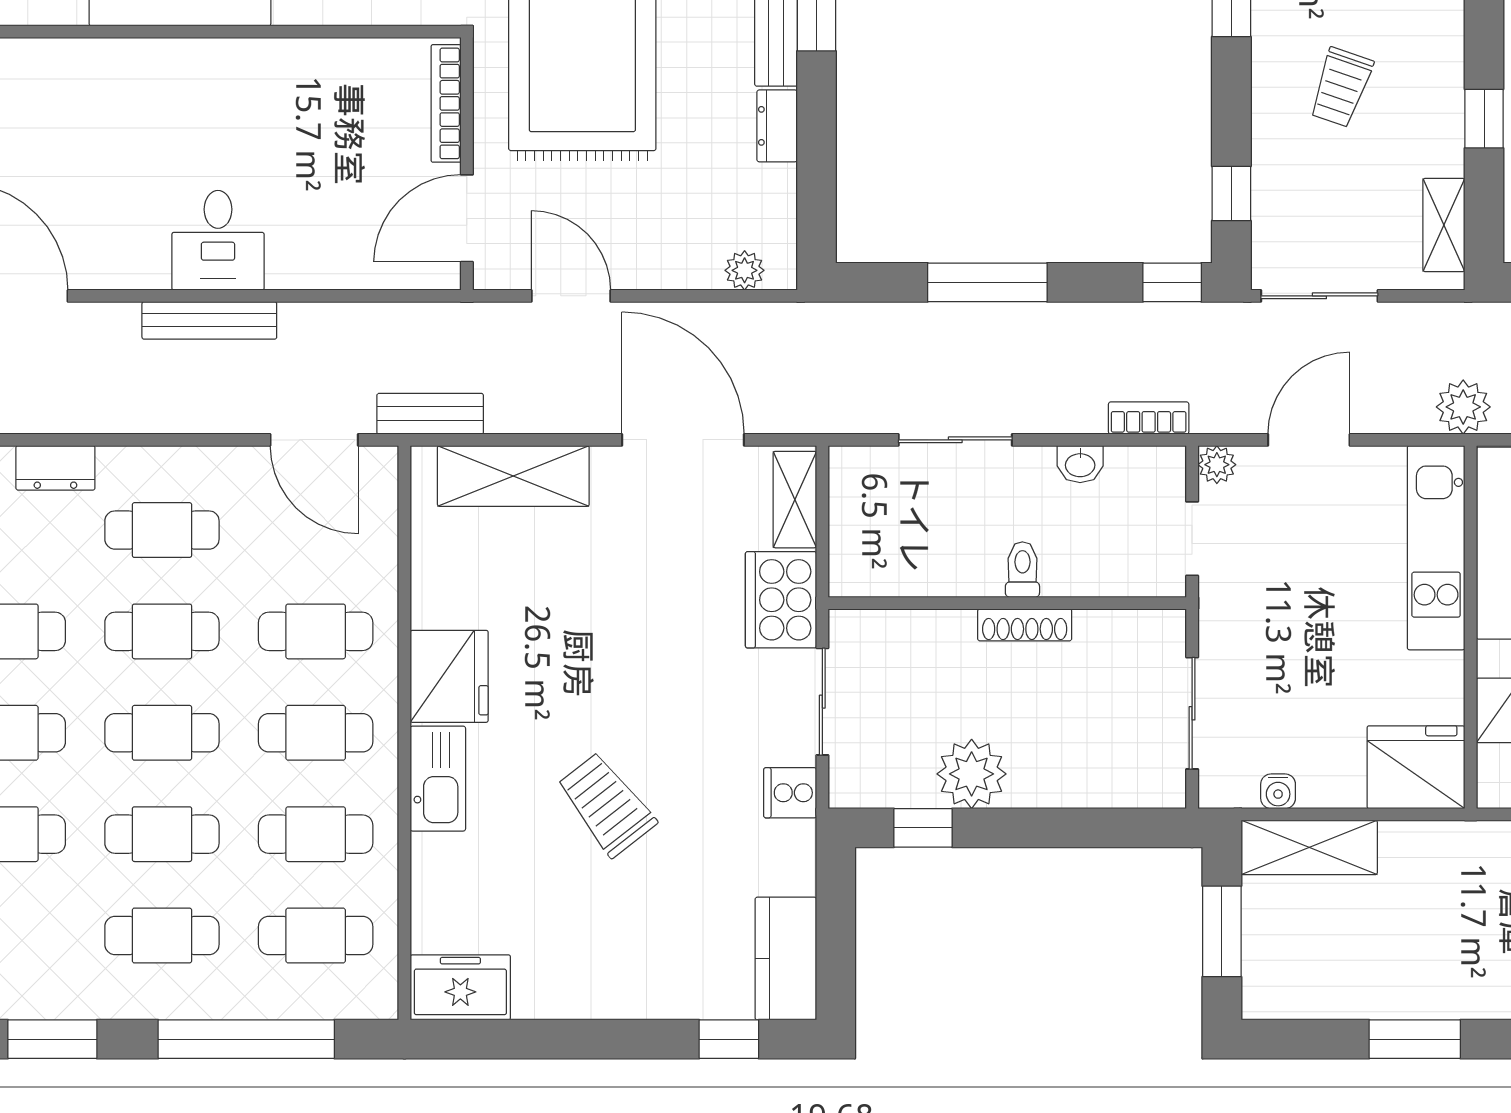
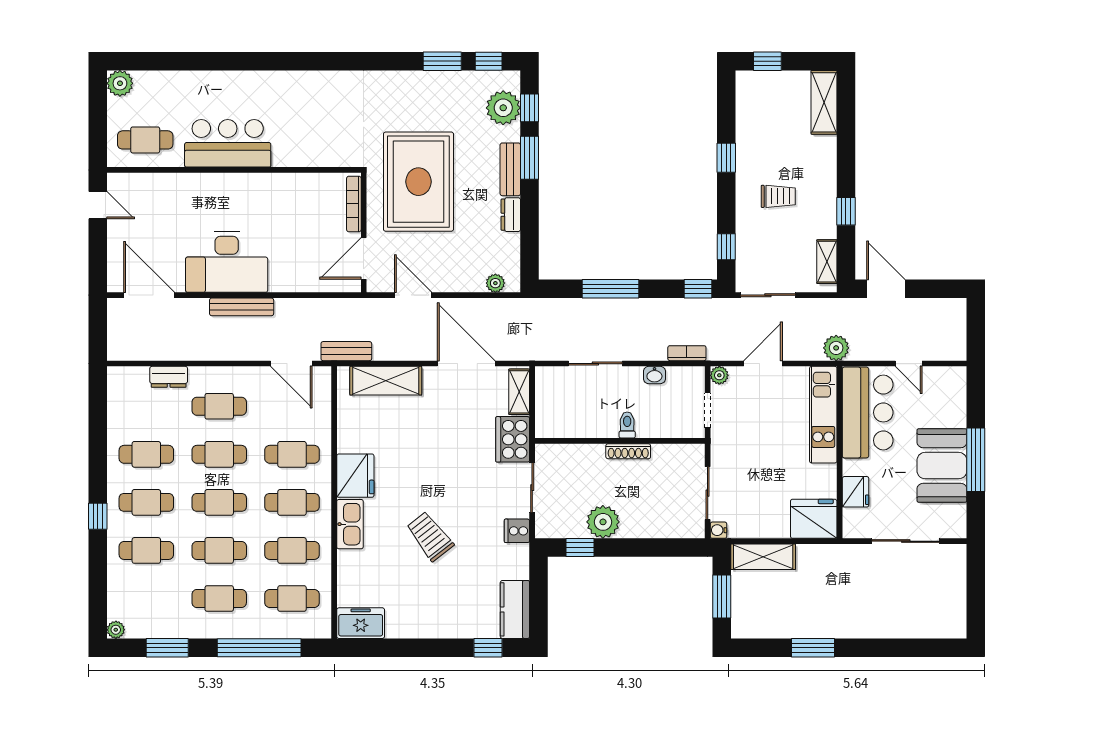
trolley: (1341, 87) -> (778, 196), turned -109
desk: (218, 240) -> (227, 262), width x1.87, depth x1.30
water cooler: (1278, 791) -> (719, 530), moved, turned 90

